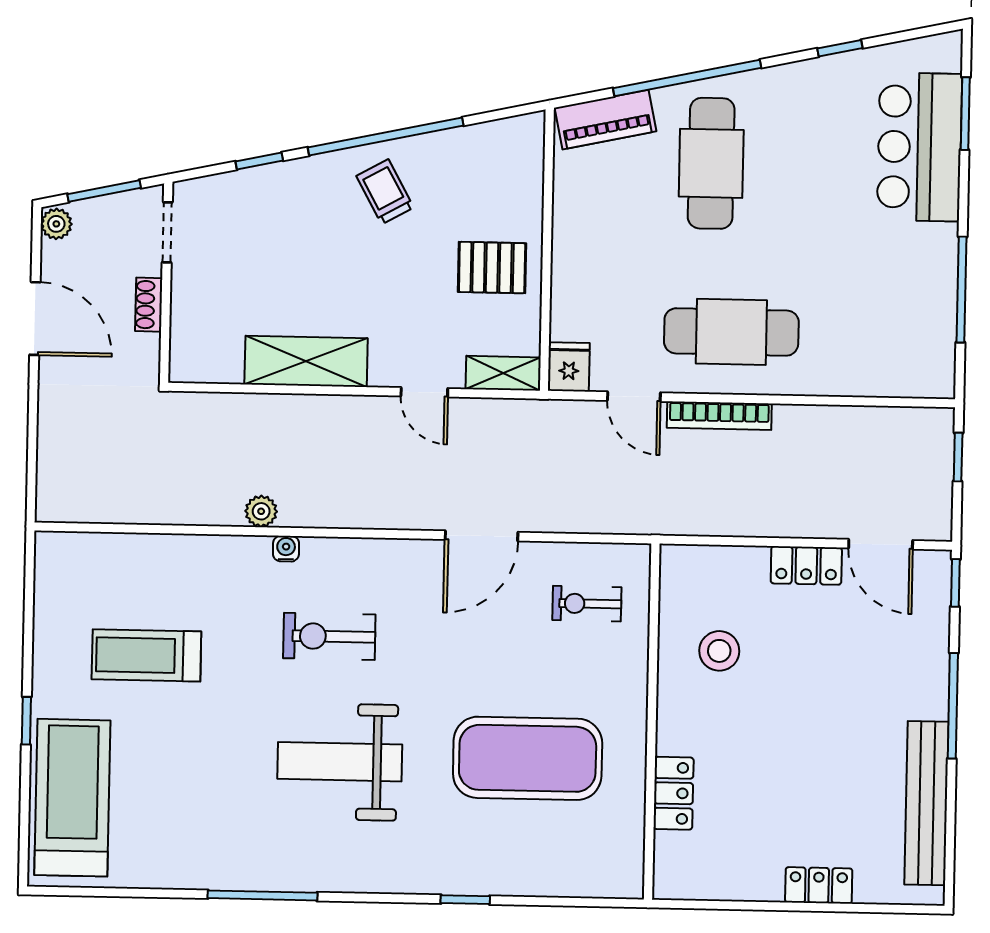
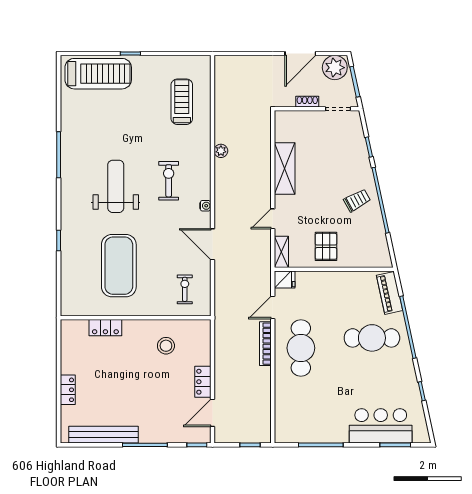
plant: (56, 224) -> (335, 68), width x1.88, depth x1.88
water cooler: (286, 549) -> (205, 206), moved
treadmill: (146, 655) -> (182, 102), moved

